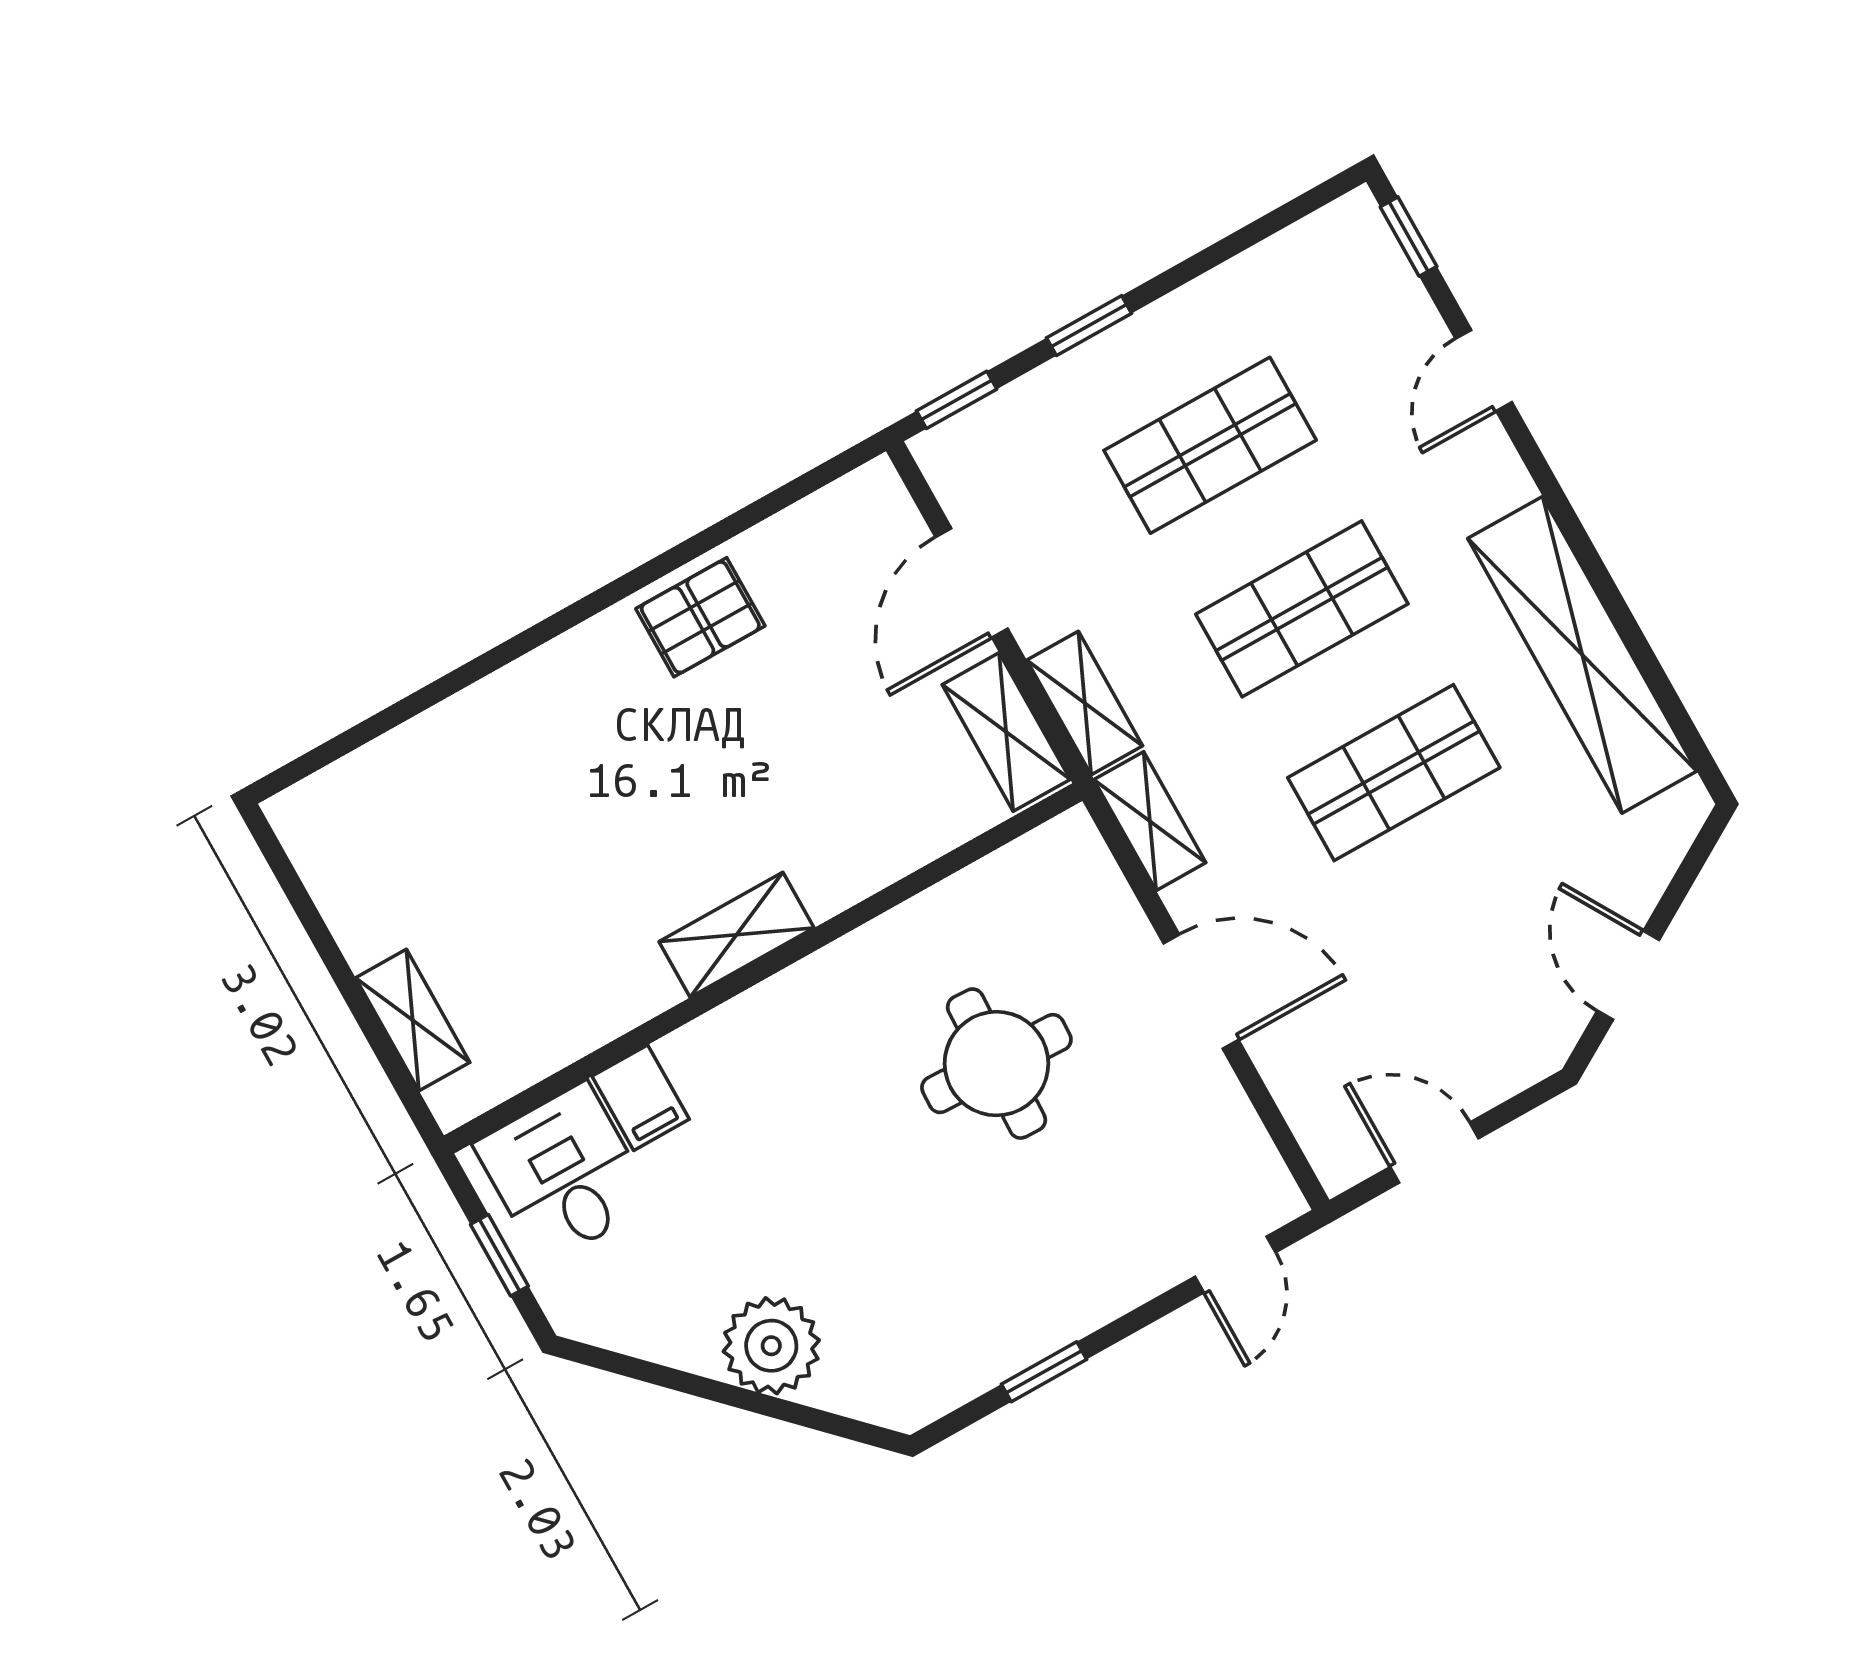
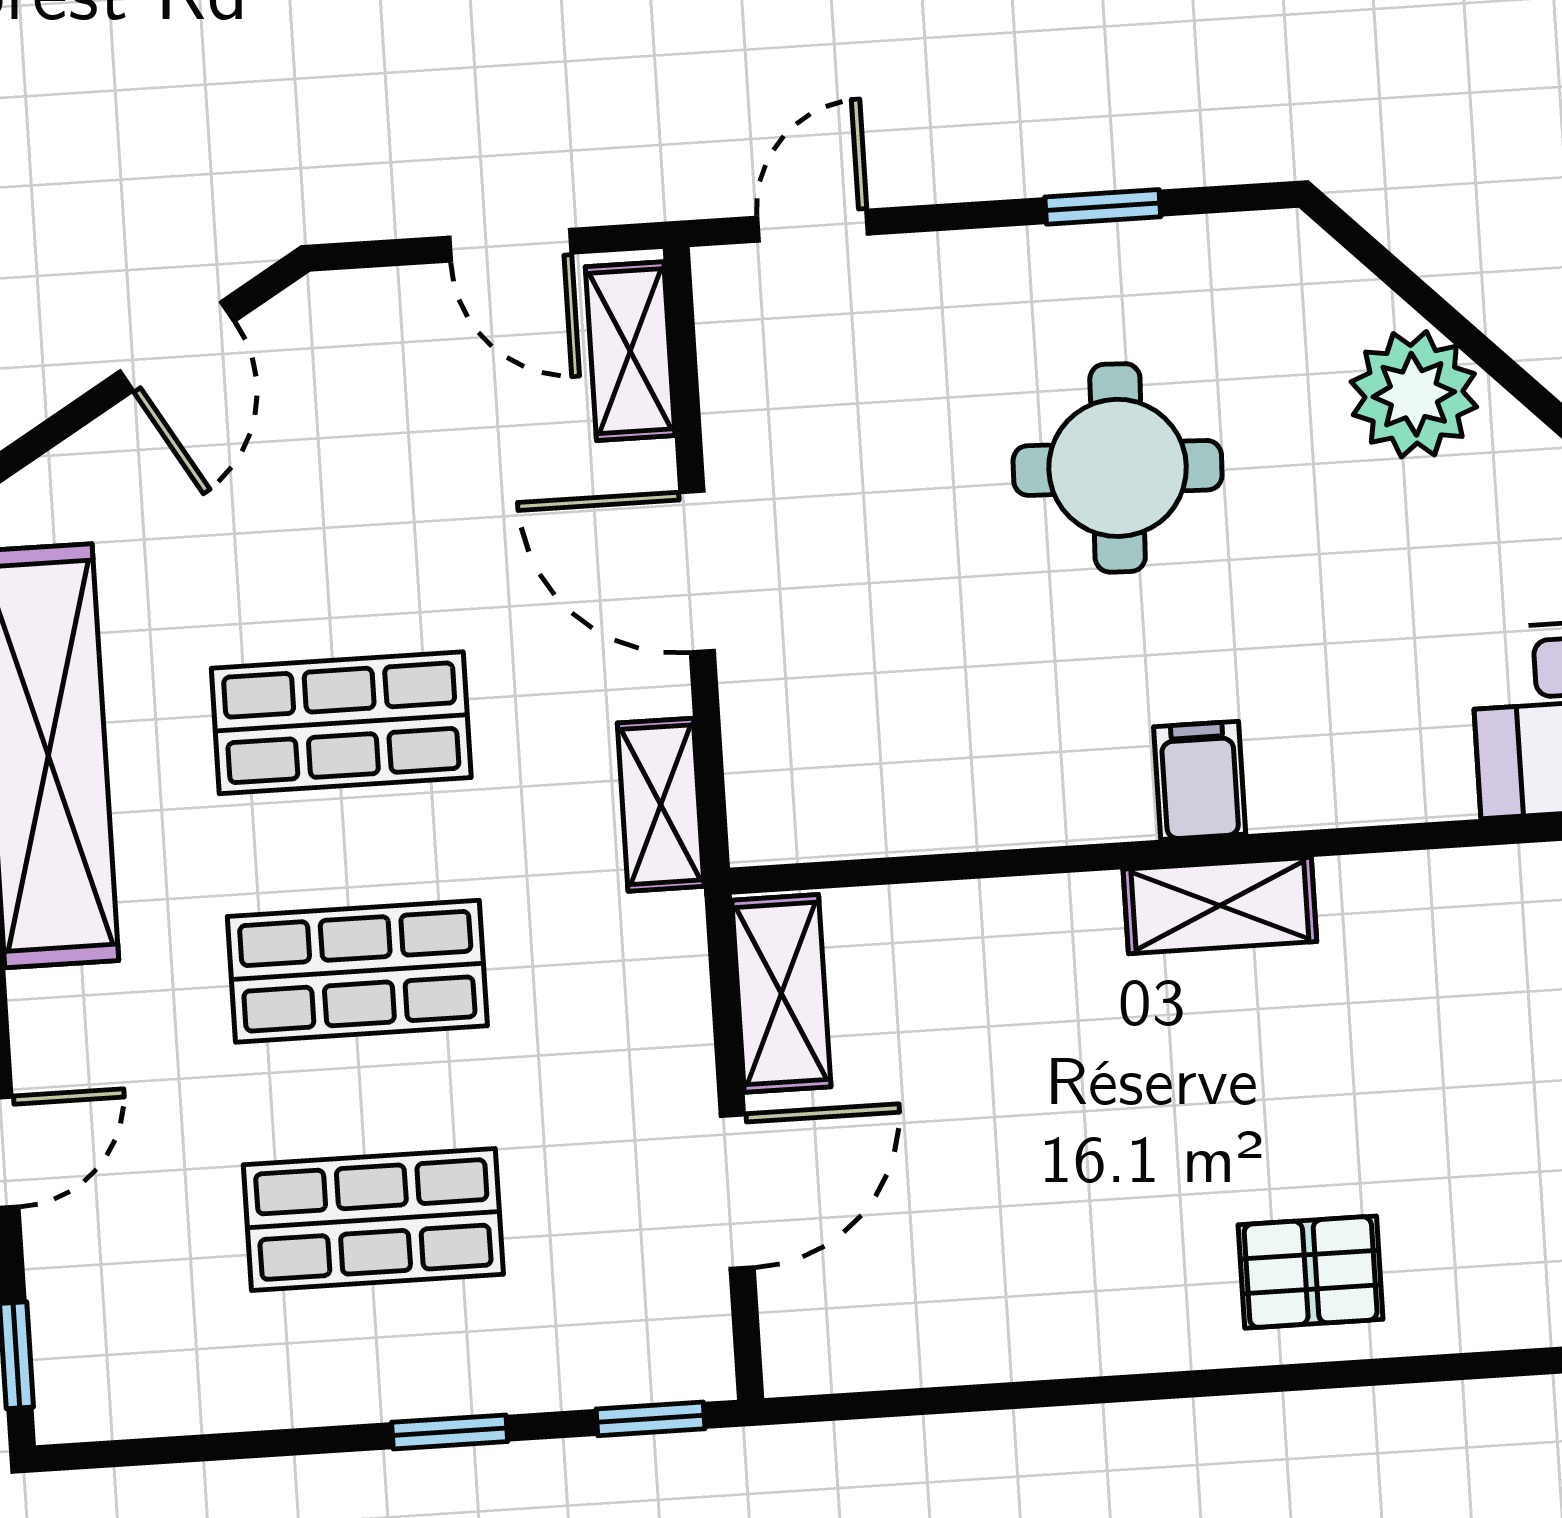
pallet: (700, 617) -> (1311, 1272), moved
shelving: (1085, 703) -> (630, 351), moved
round table: (996, 1064) -> (1118, 468), moved
filing cabinet: (641, 1098) -> (1200, 780), moved

